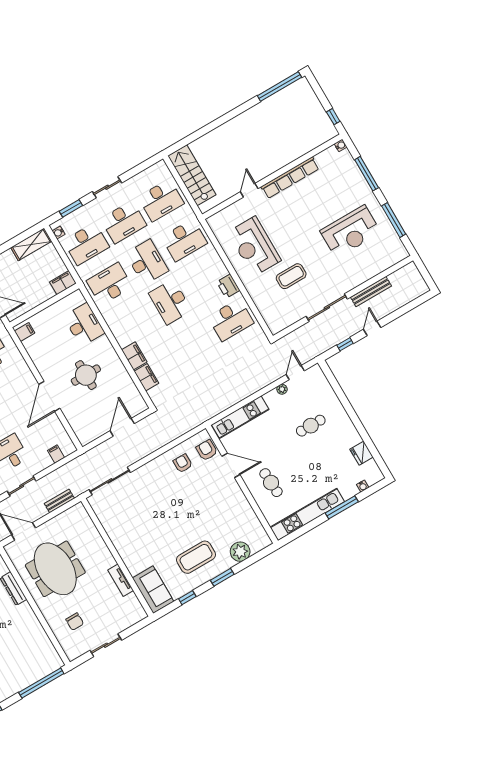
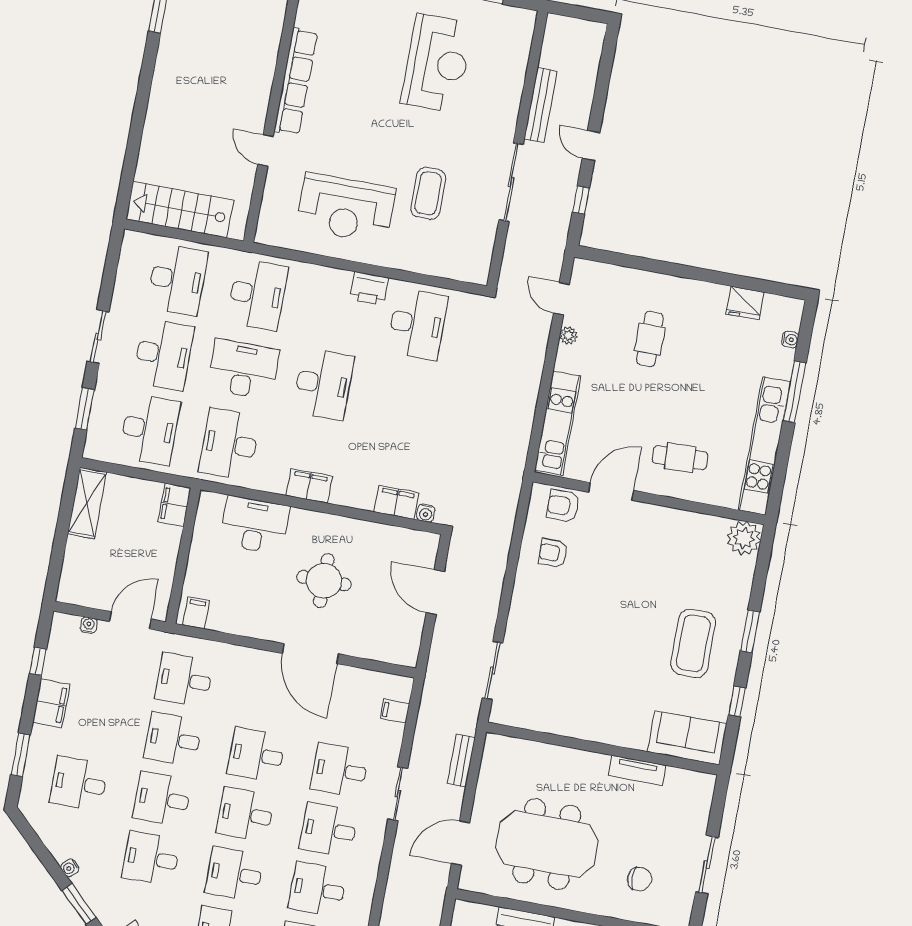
water cooler: (59, 233) -> (426, 513), moved
desk: (170, 302) -> (323, 384), turned -90
filing cabinet: (134, 356) -> (309, 486), moved
sliding door: (110, 481) -> (492, 671), width x0.73
plant: (240, 552) -> (744, 538), moved

